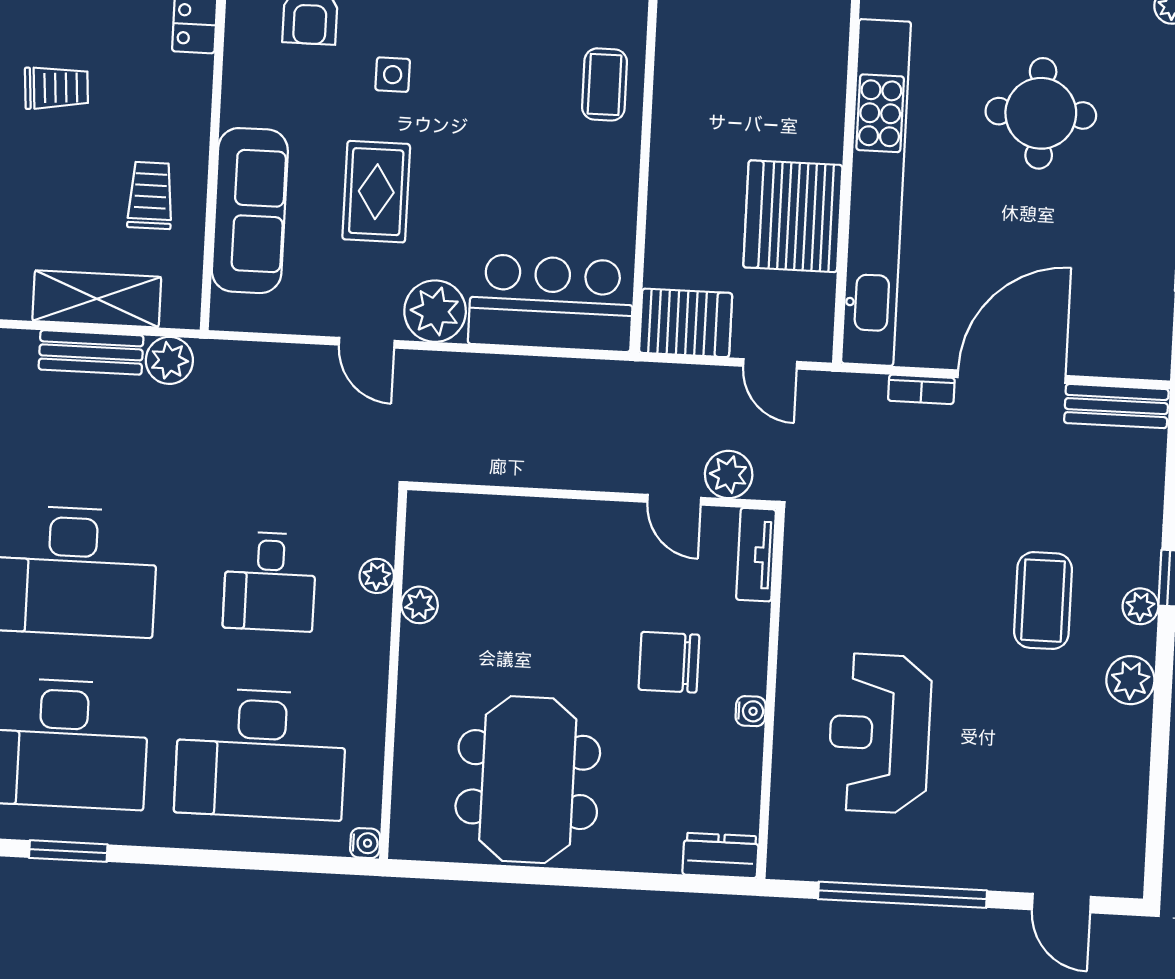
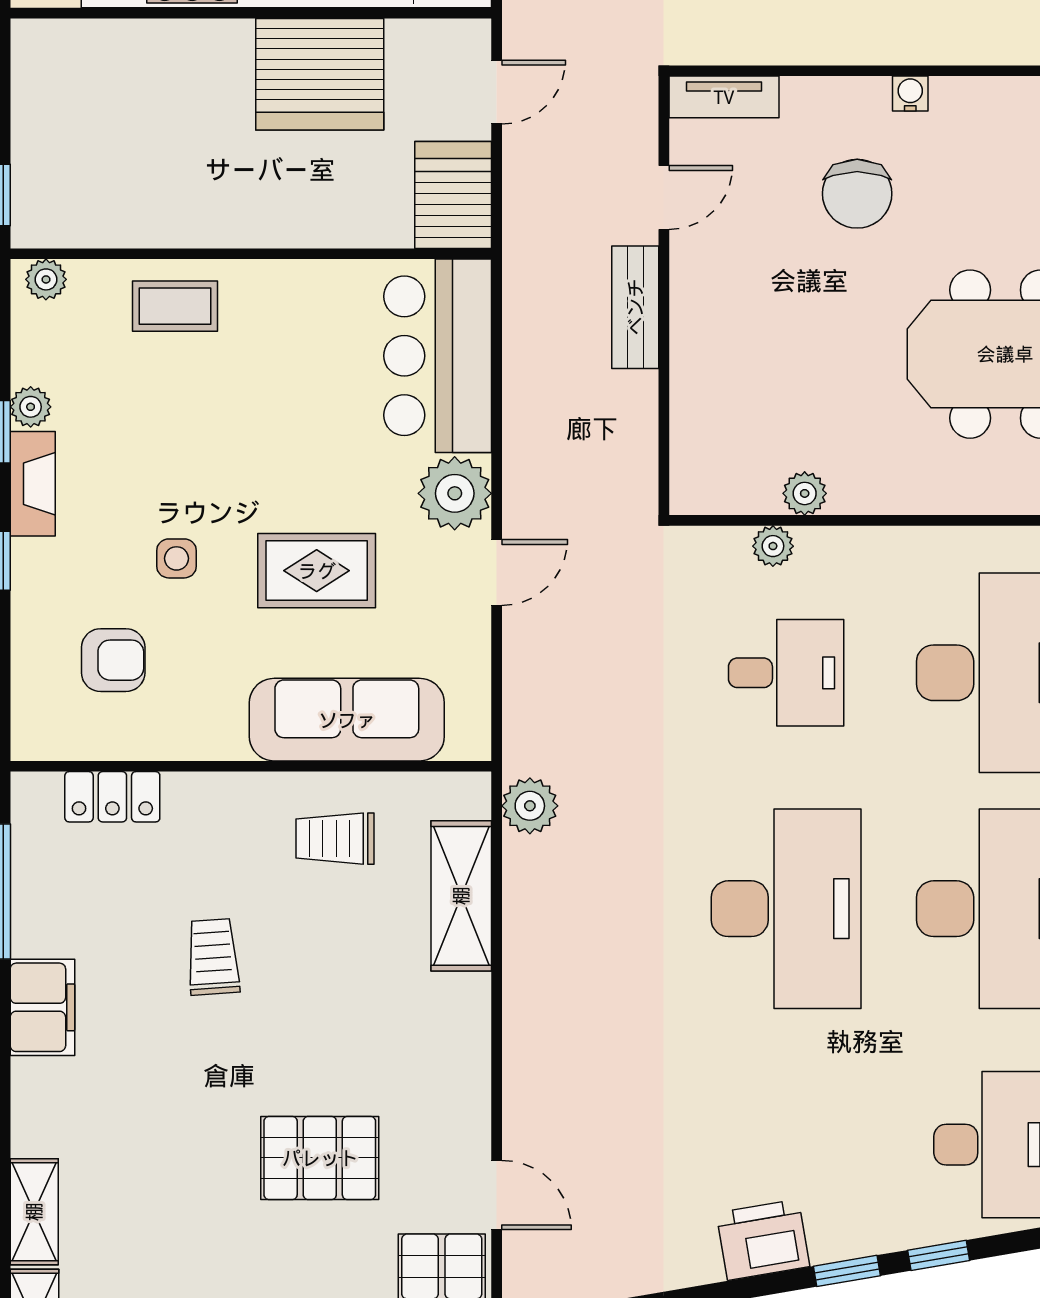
bench: (91, 352) -> (635, 307), moved
plant: (729, 474) -> (630, 134), removed

